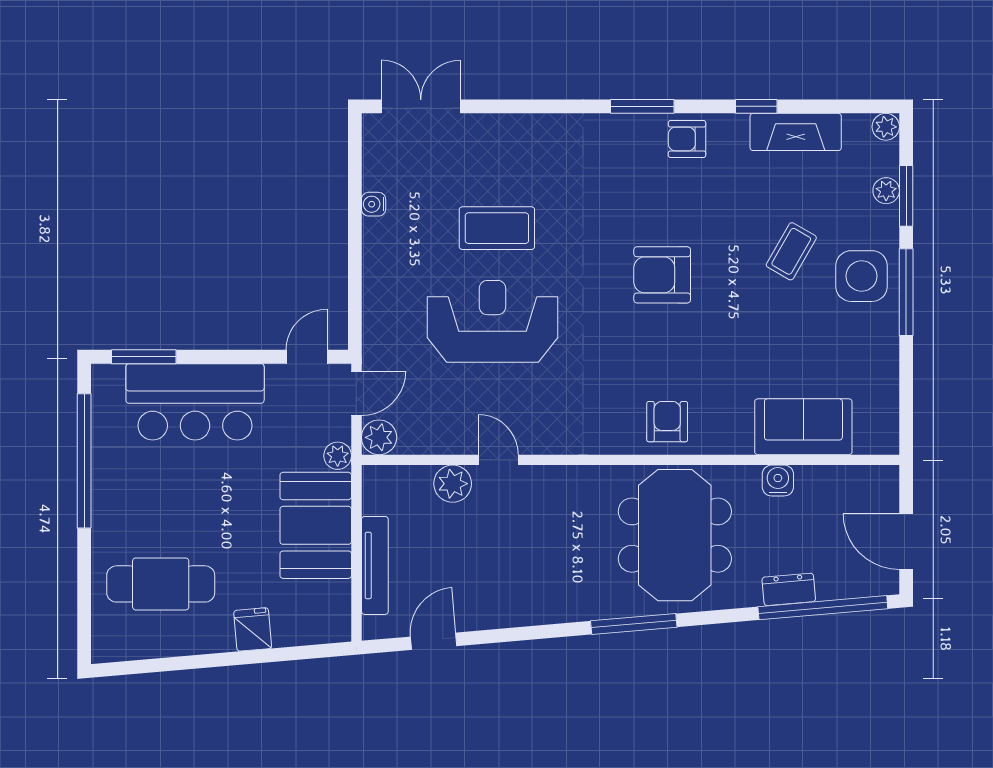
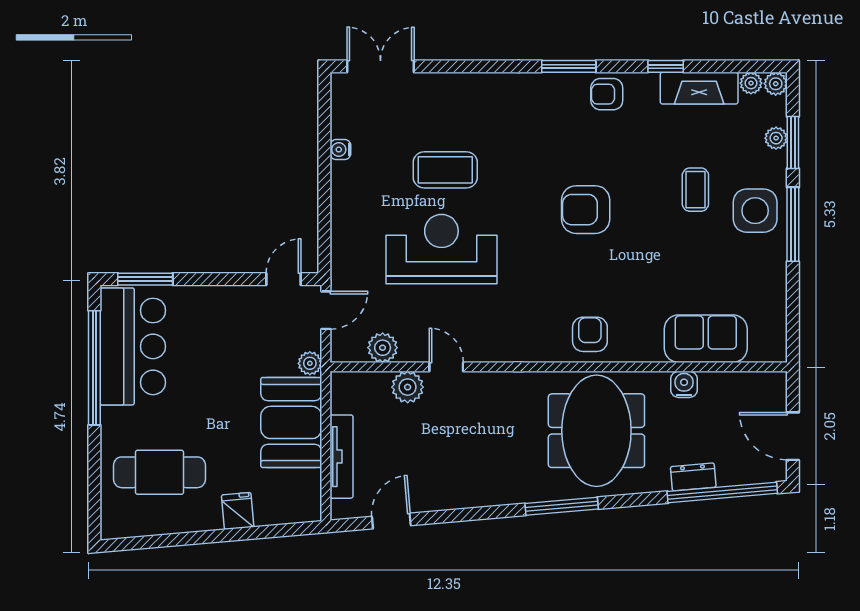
plant: (857, 126) -> (751, 83), added
coffee table: (791, 251) -> (695, 190), turned -30
bar counter: (195, 402) -> (133, 346), moved, turned -90
plant: (379, 437) -> (383, 348), moved

